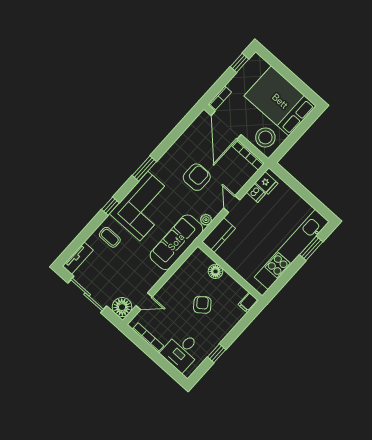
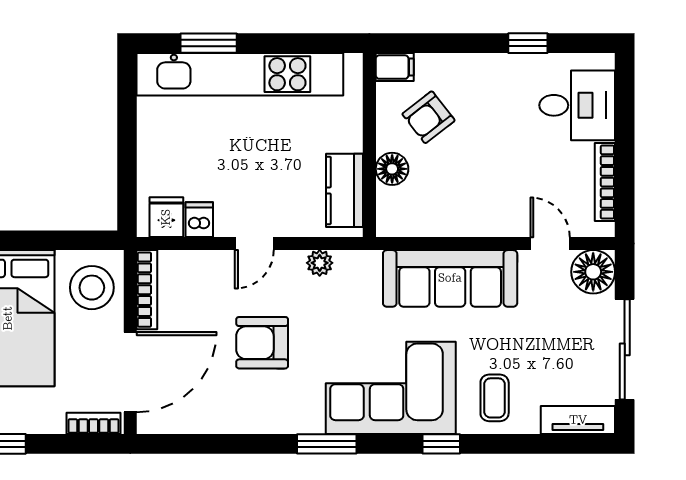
kitchen counter: (219, 235) -> (345, 190), moved, turned -90
sofa: (176, 242) -> (450, 278), moved
armchair: (202, 305) -> (429, 117), moved

